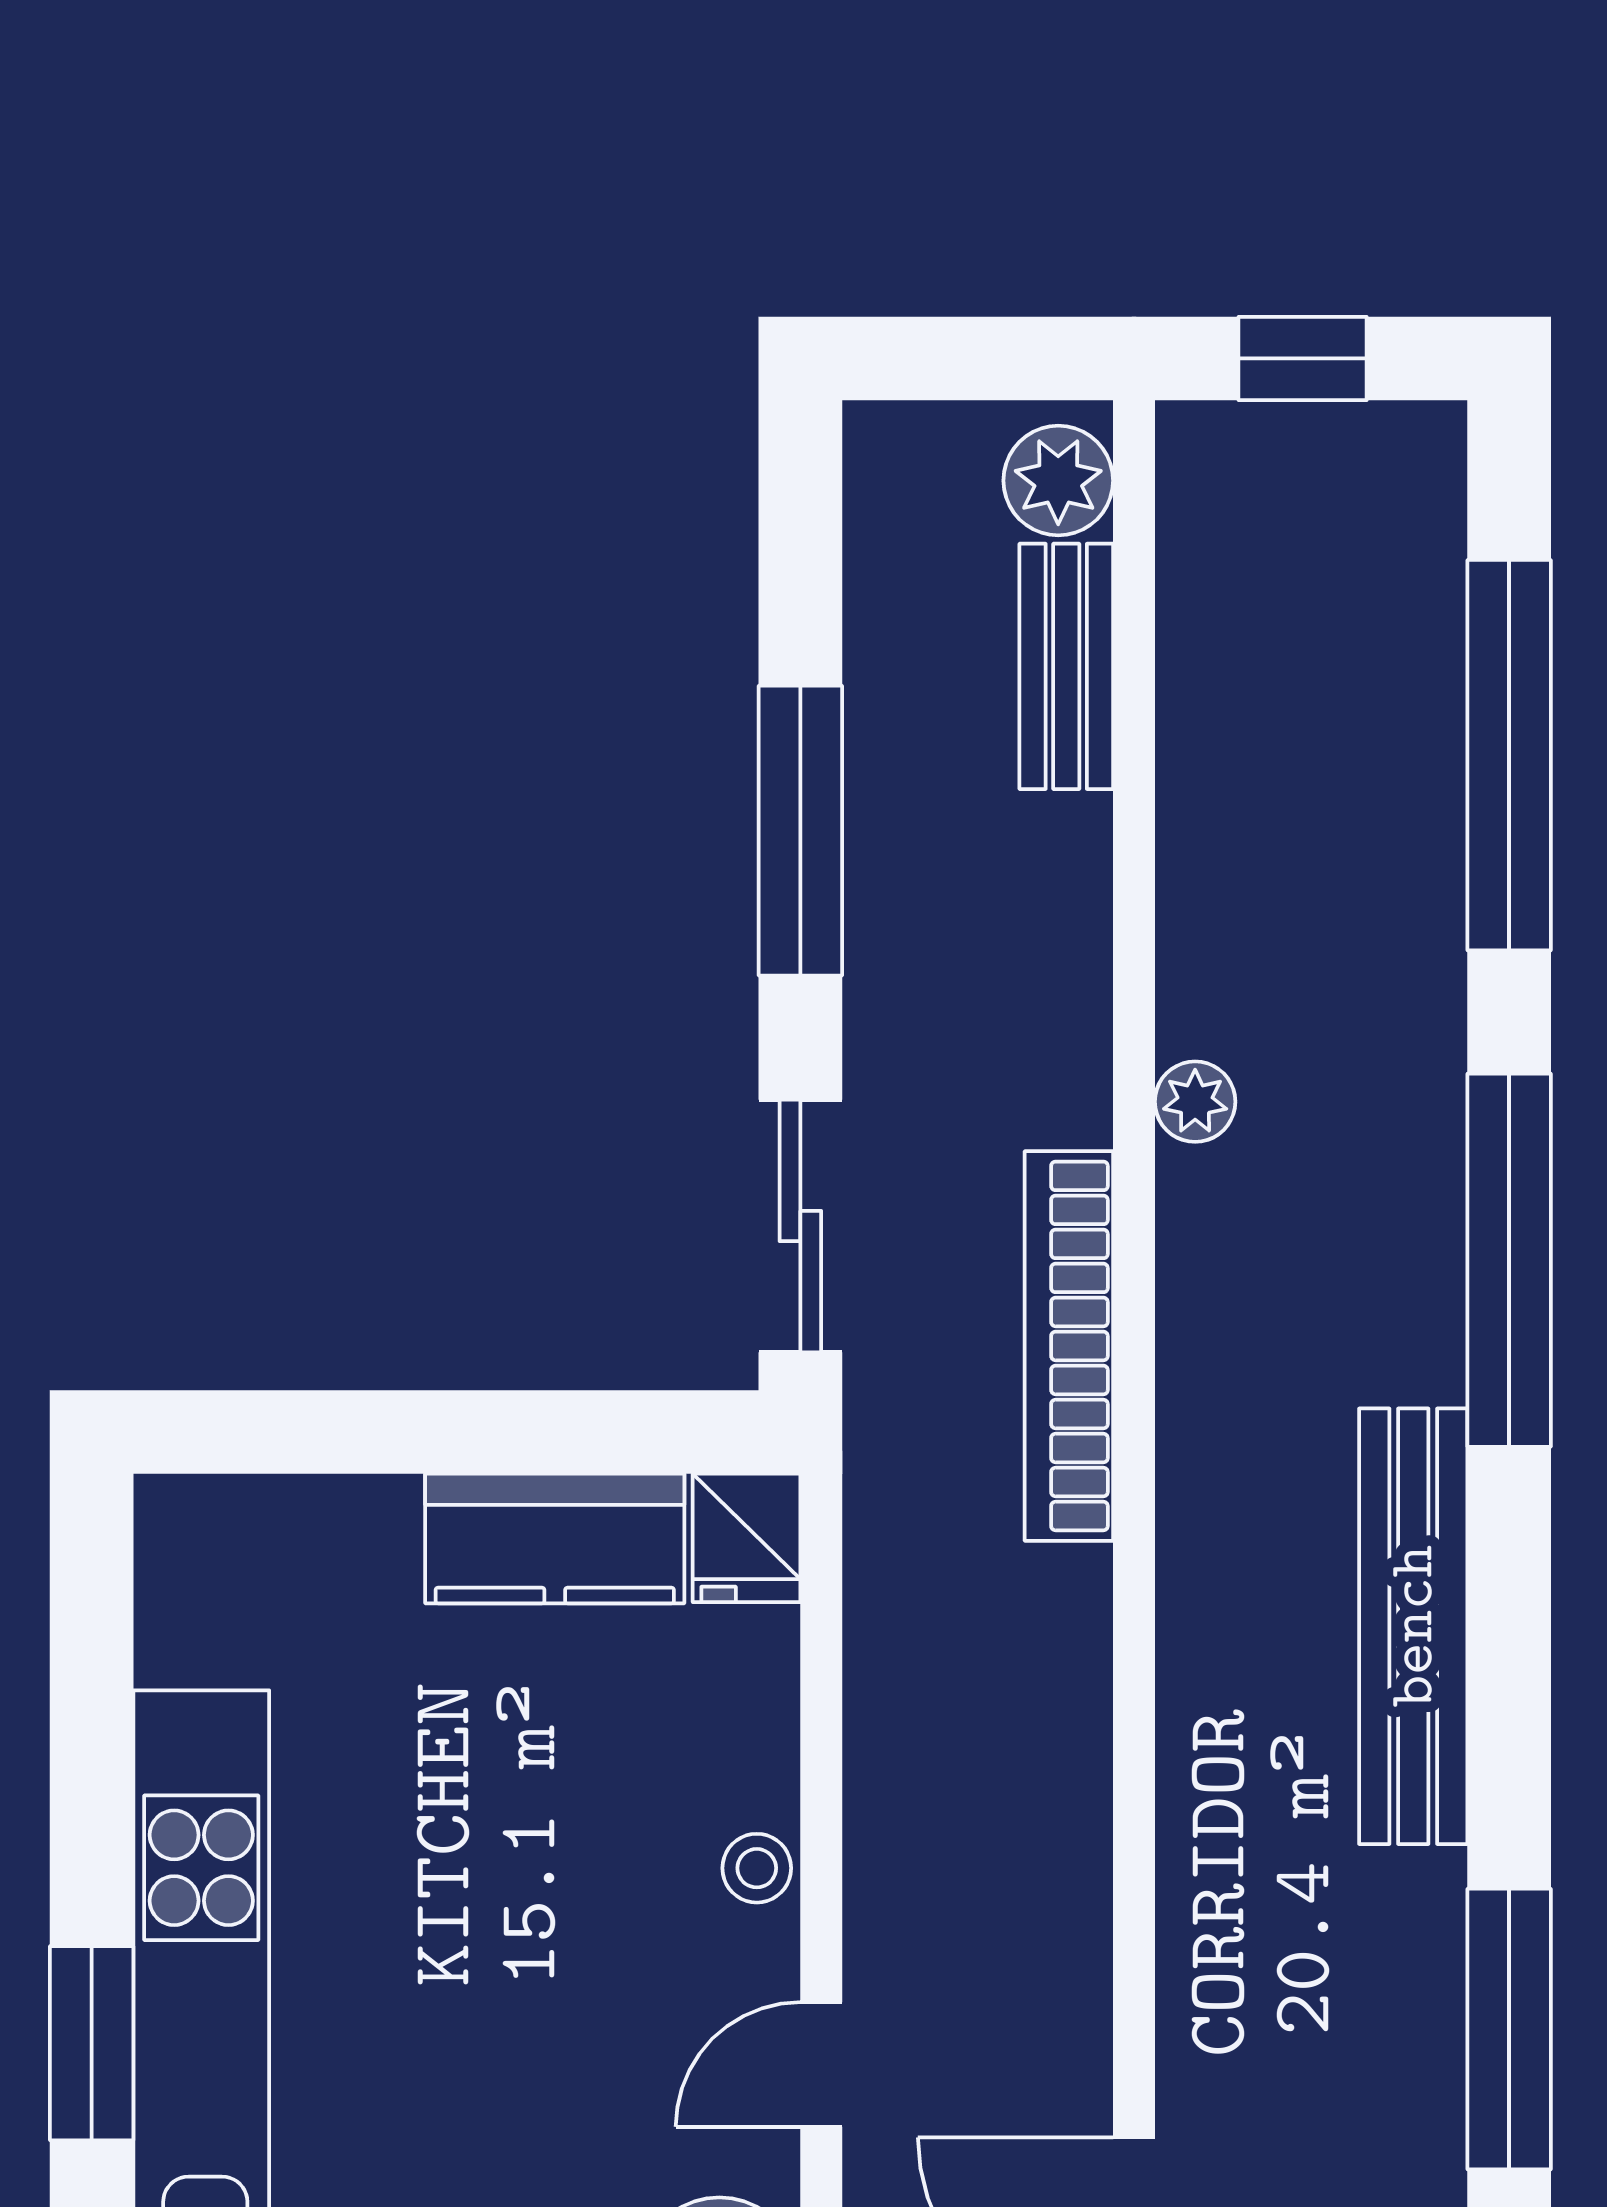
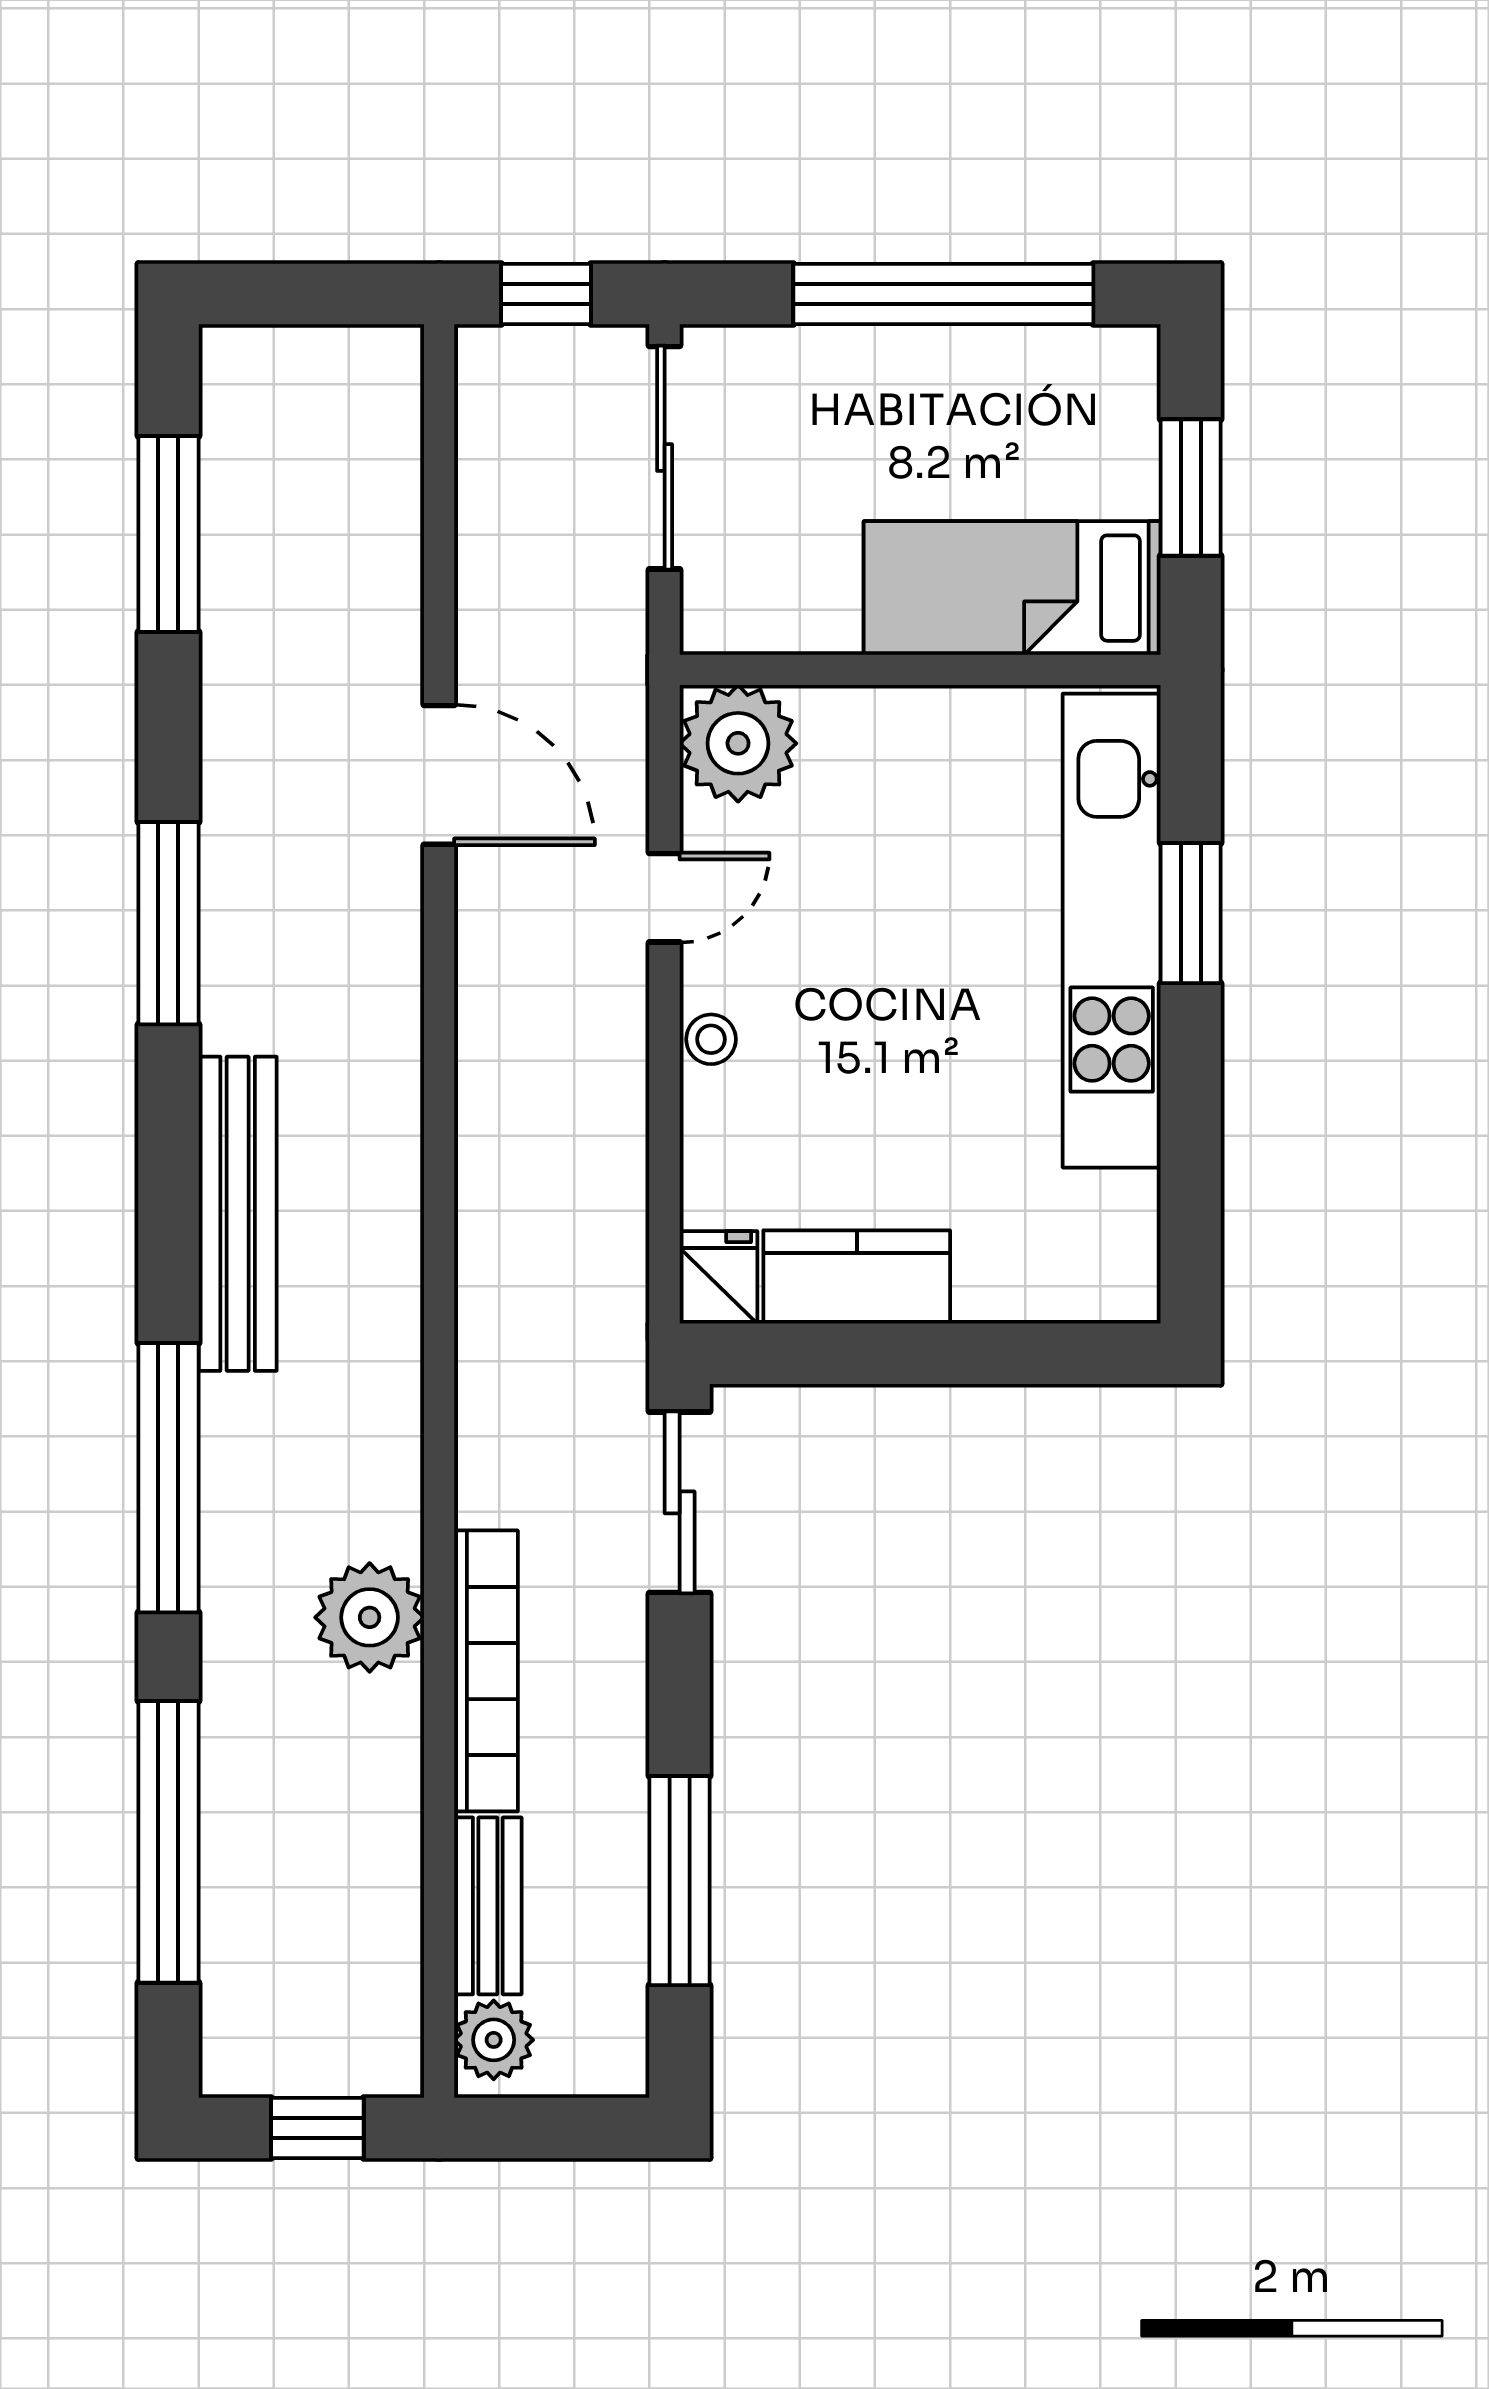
window: (800, 831) -> (680, 1881), moved
plant: (1195, 1102) -> (370, 1617), width x1.87, depth x1.87
bookcase: (1069, 1346) -> (486, 1671), moved

